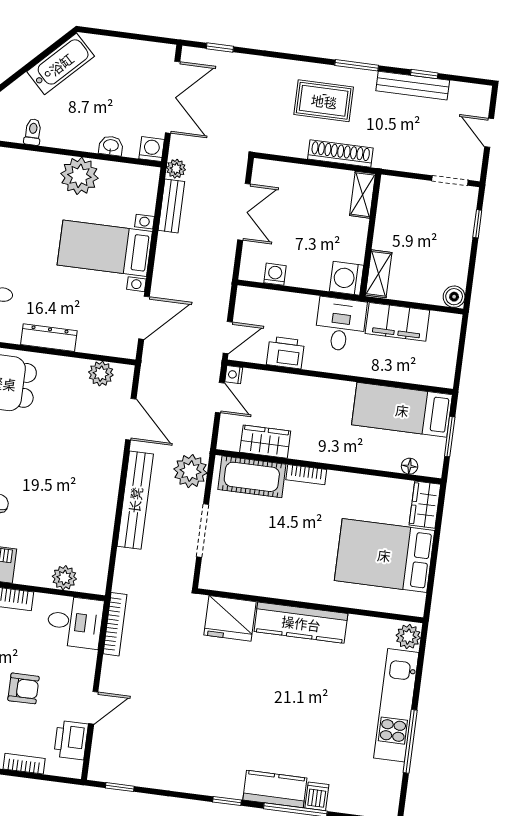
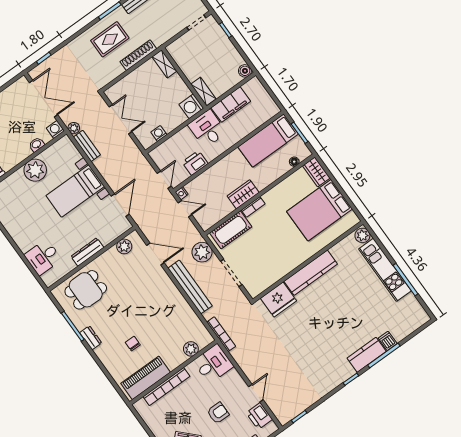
wardrobe: (265, 442) -> (243, 194), moved
bookcase: (115, 624) -> (221, 334), moved

